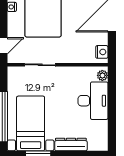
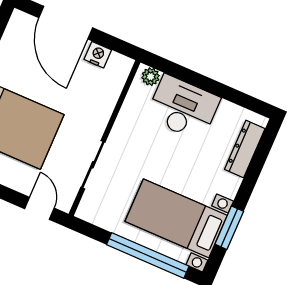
nightstand: (102, 52) -> (98, 55), moved
dresser: (71, 145) -> (245, 149), moved

